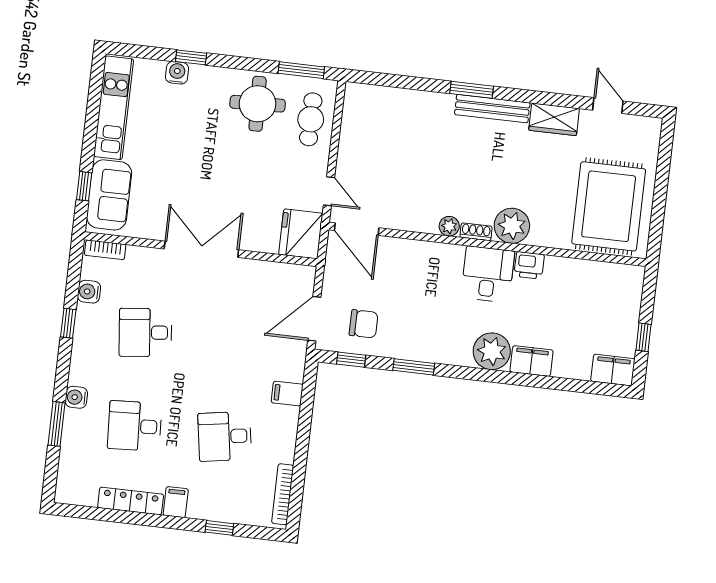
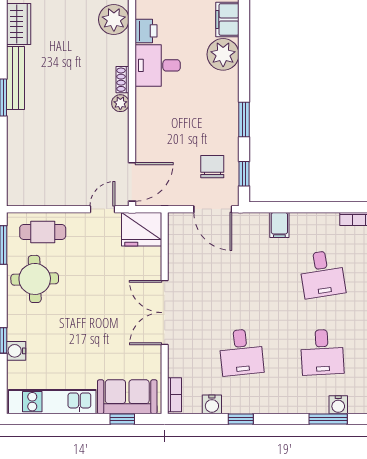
plant: (512, 226) -> (114, 20), moved
water cooler: (76, 397) -> (338, 405), moved

